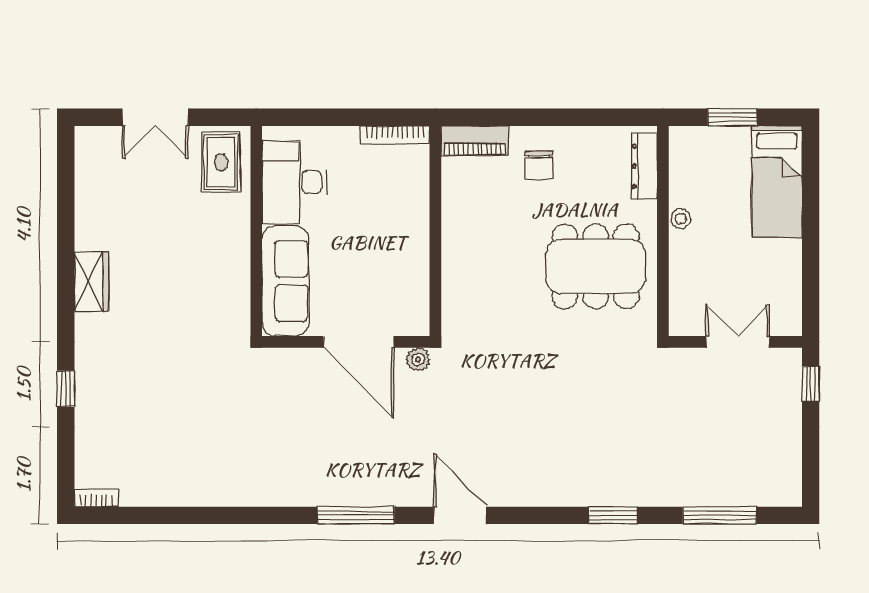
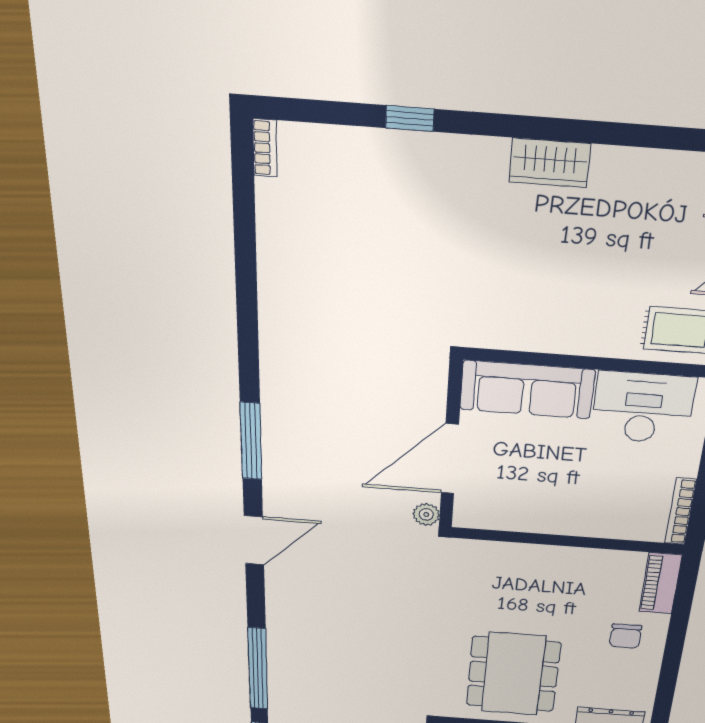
chair: (539, 165) -> (625, 636), turned -90
window: (613, 515) -> (258, 669), width x2.11

